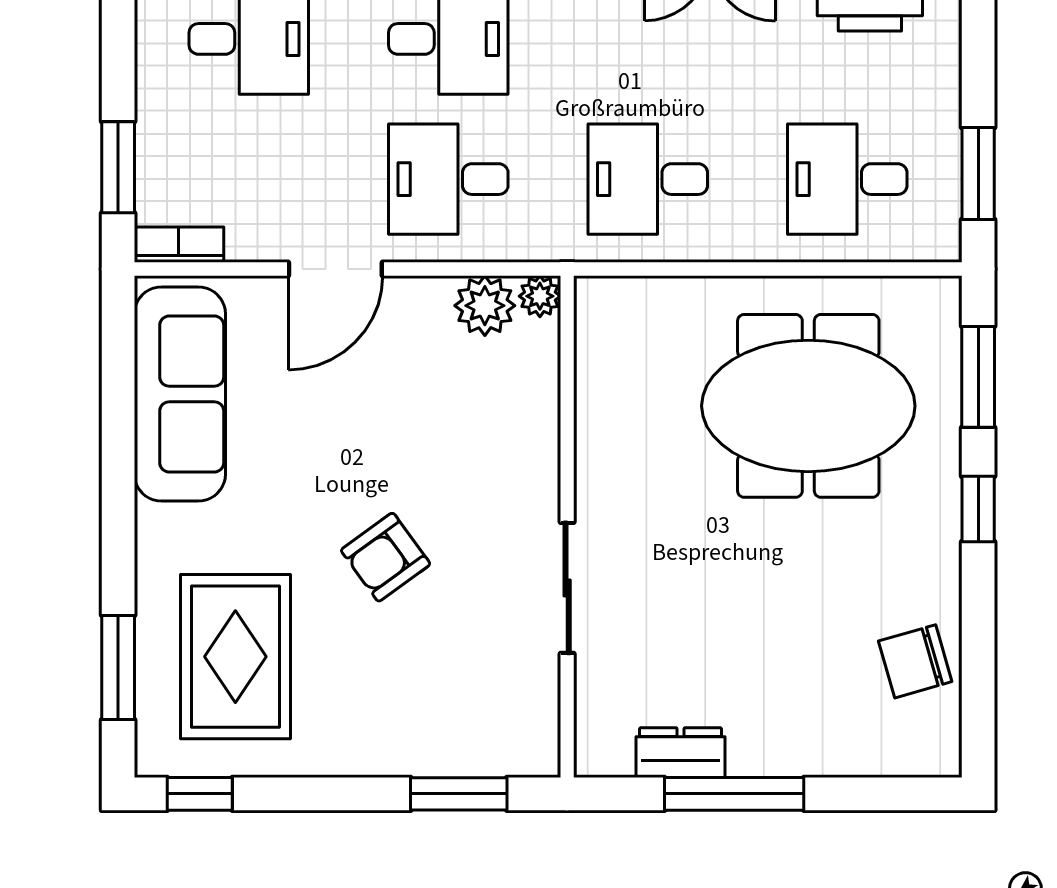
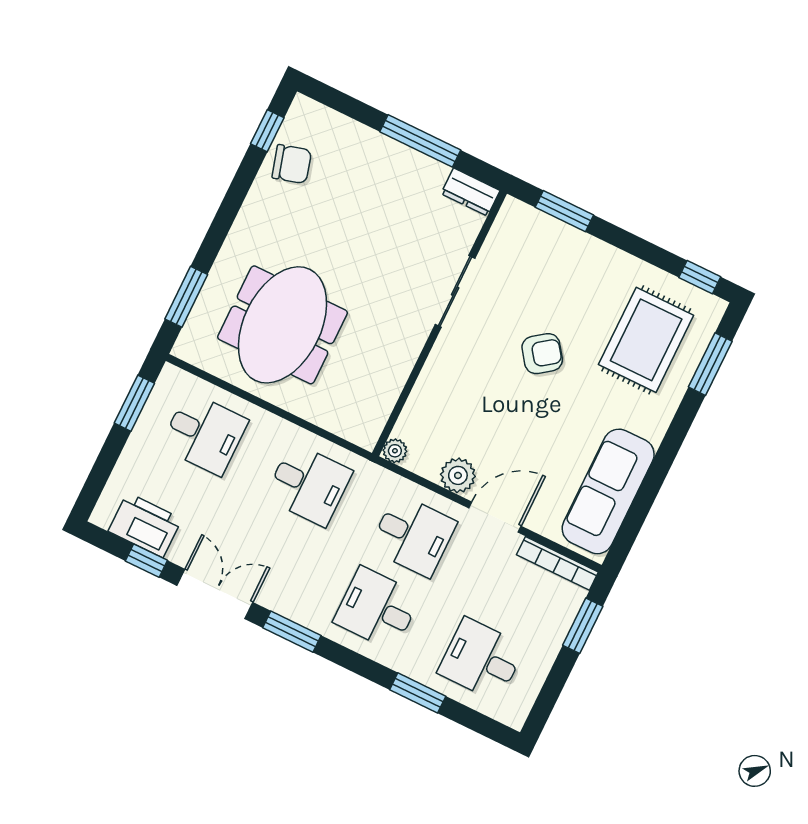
bookcase: (179, 245) -> (557, 563), width x1.56
plant: (485, 306) -> (458, 475), moved
meeting table: (808, 406) -> (282, 325), turned 90
window: (978, 509) -> (267, 131), moved
dresser: (681, 753) -> (471, 192), moved

